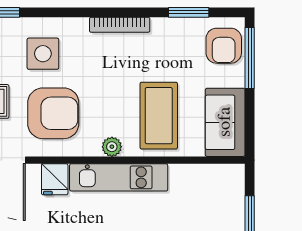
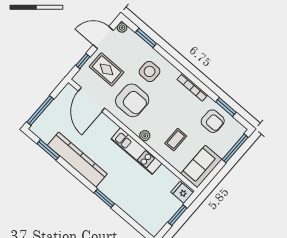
armchair: (224, 46) -> (213, 121), moved, turned -90
coffee table: (159, 116) -> (176, 140), width x0.54, depth x0.58
fridge: (55, 179) -> (182, 192), moved, turned 90

